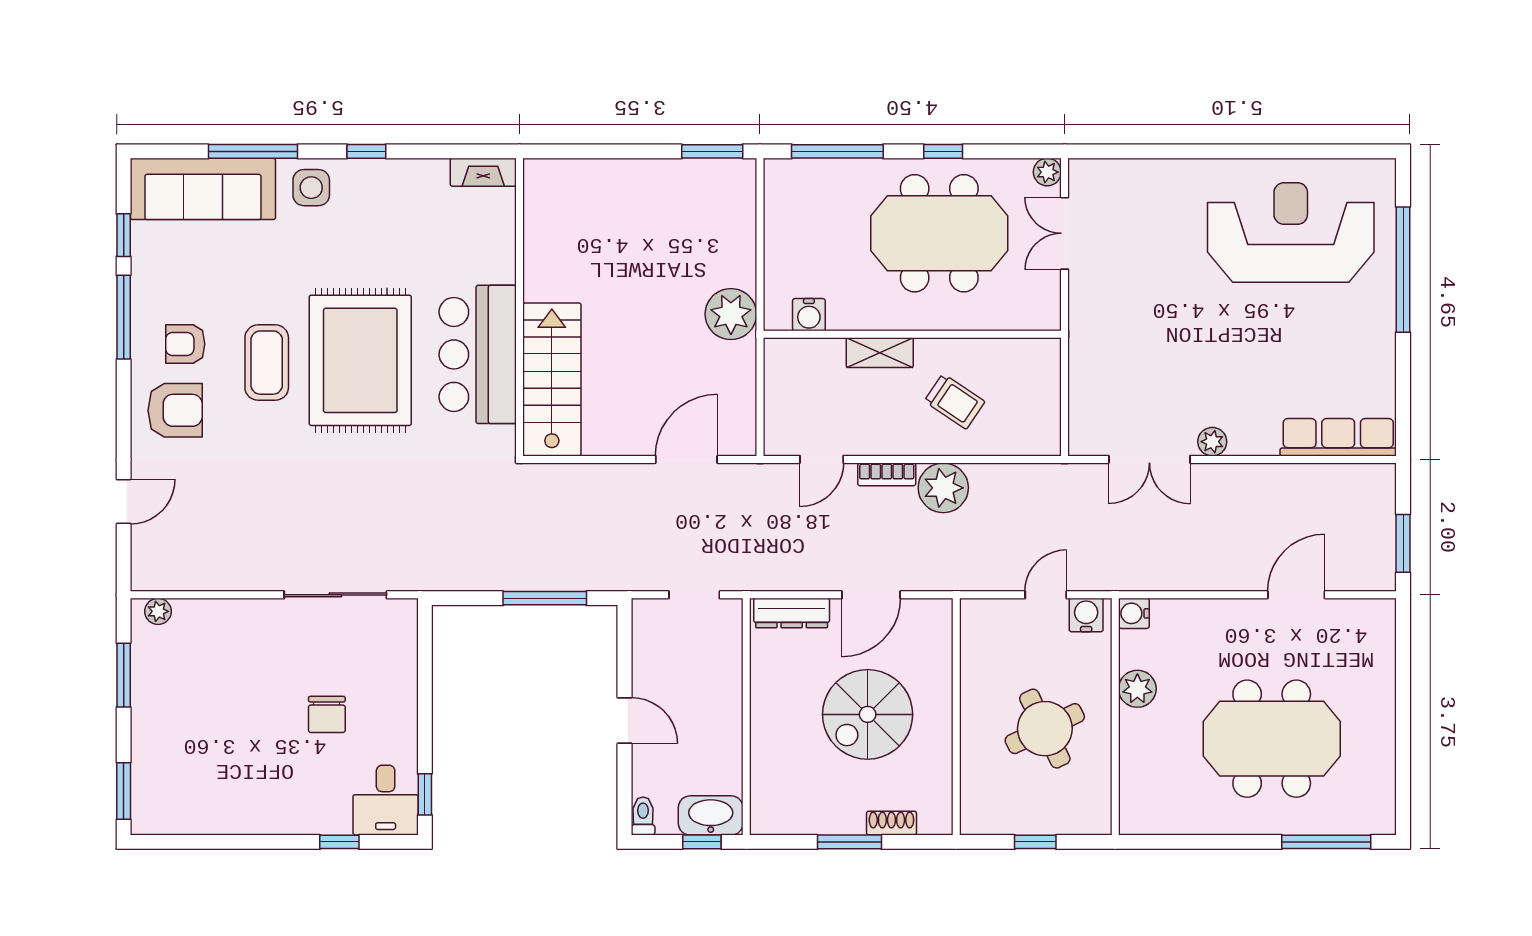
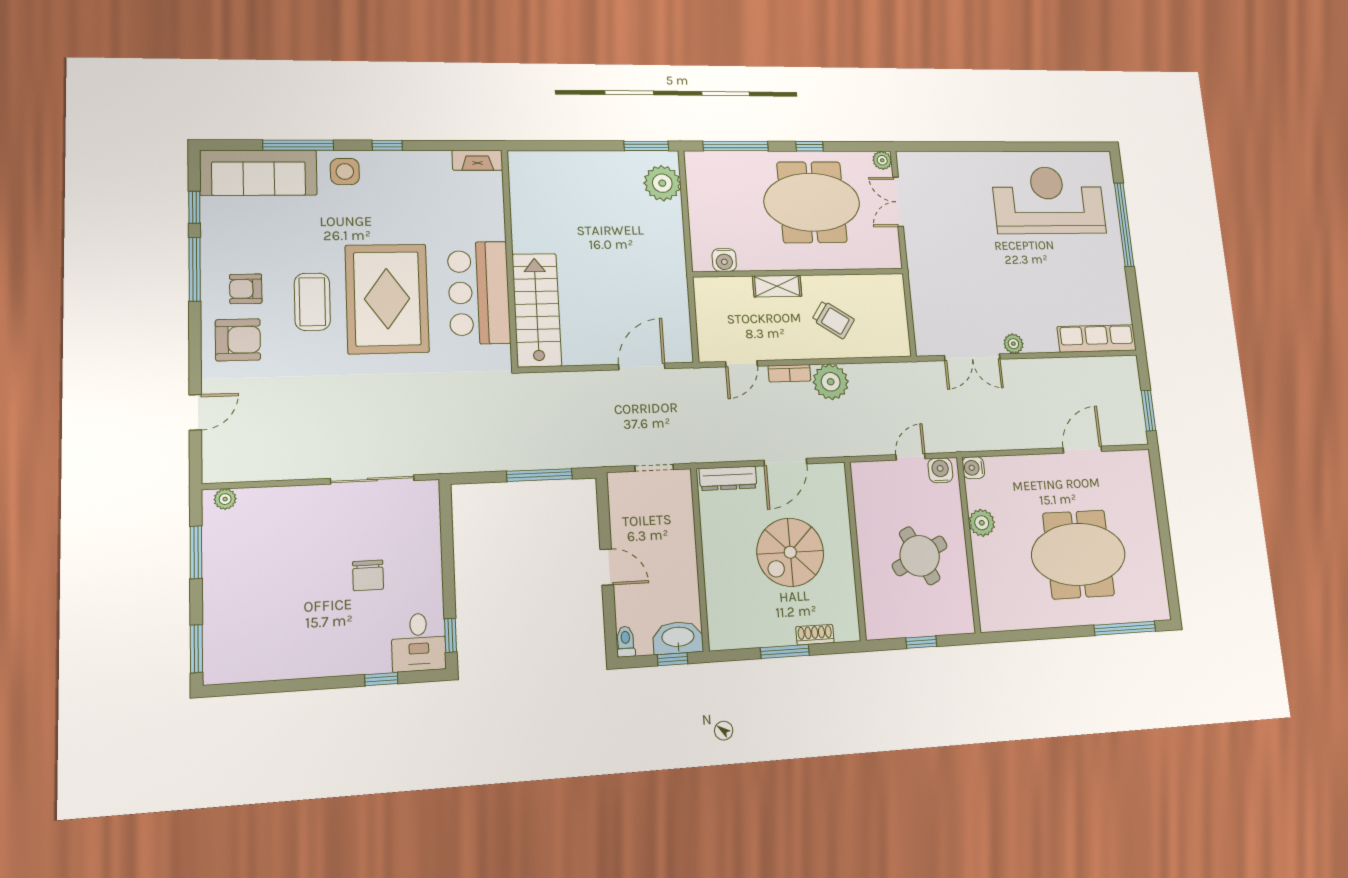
plant: (731, 314) -> (662, 183), moved

